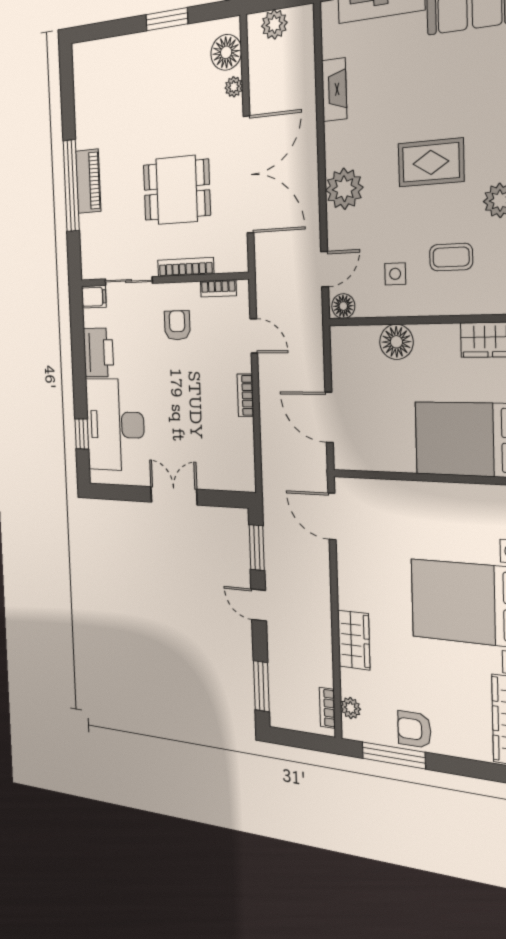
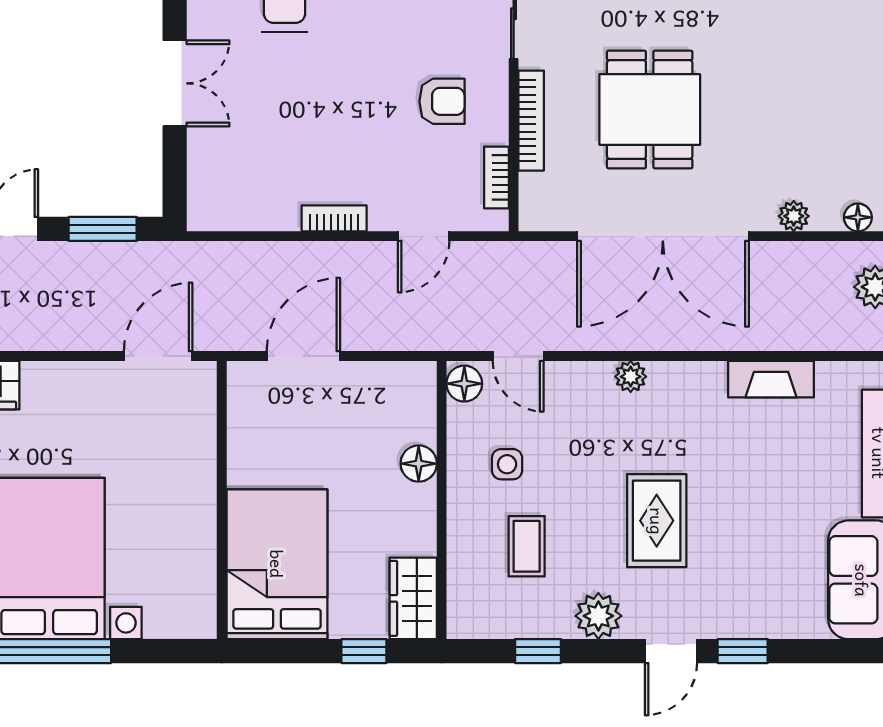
floor lamp: (226, 52) -> (858, 217), width x0.53, depth x0.53
plant: (344, 189) -> (631, 377), width x0.53, depth x0.53
floor lamp: (396, 342) -> (419, 464), width x0.73, depth x0.73

